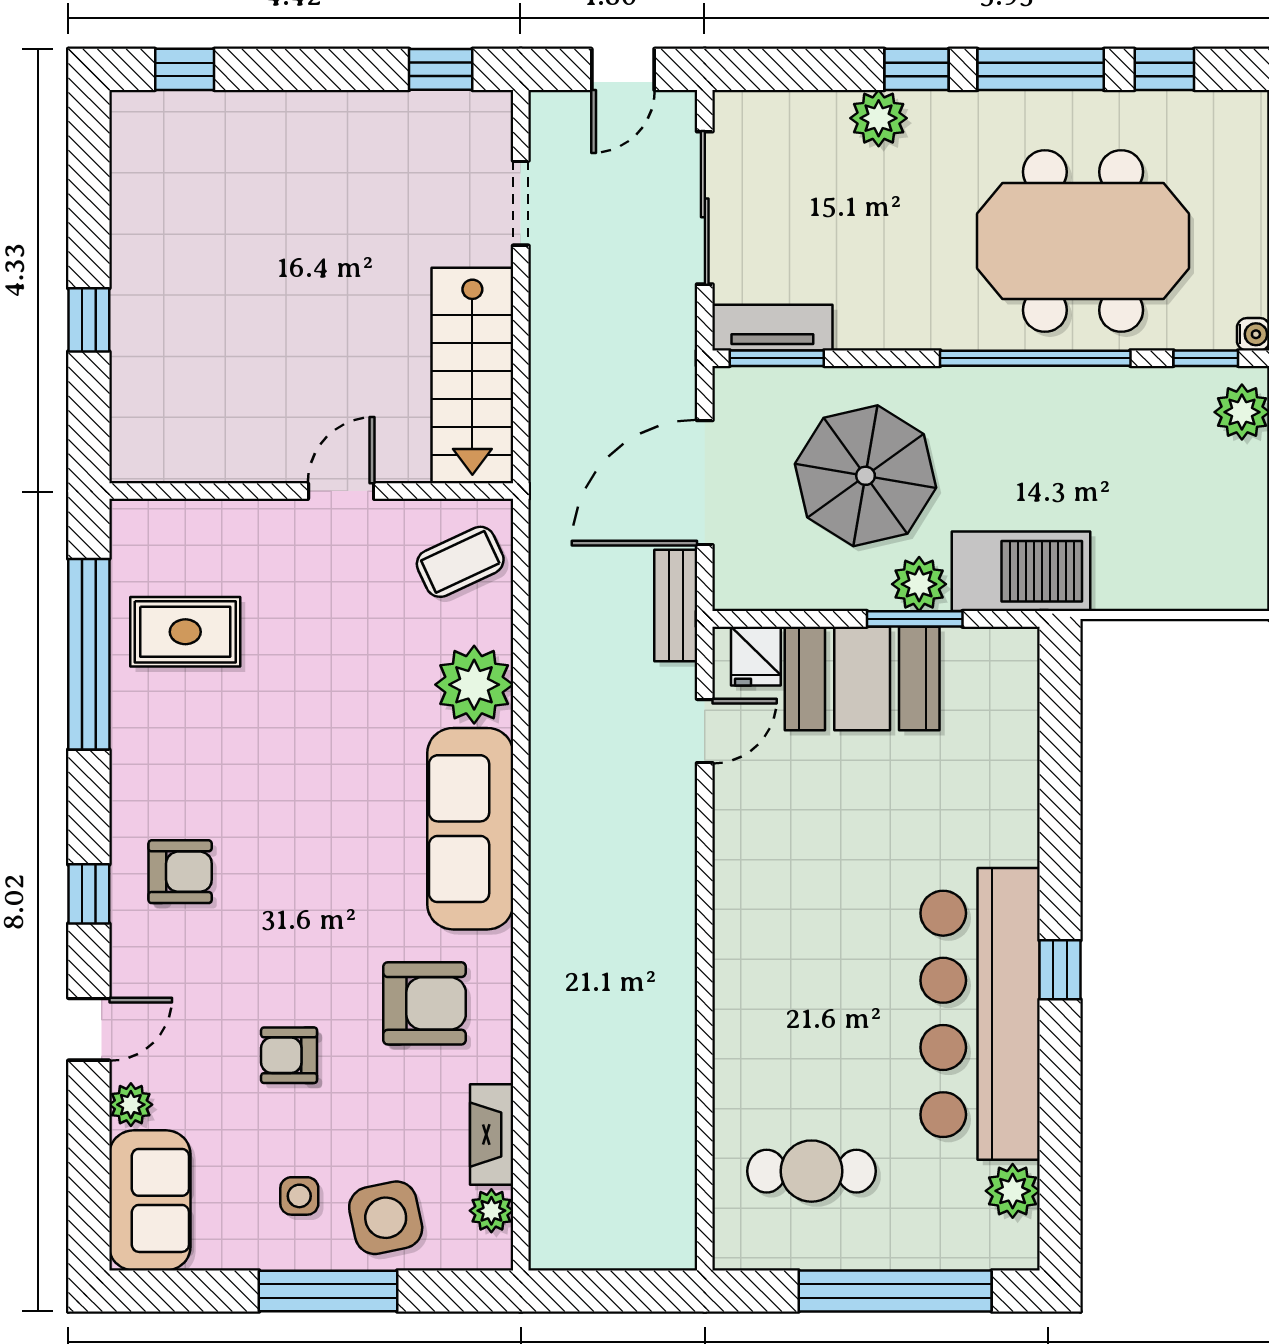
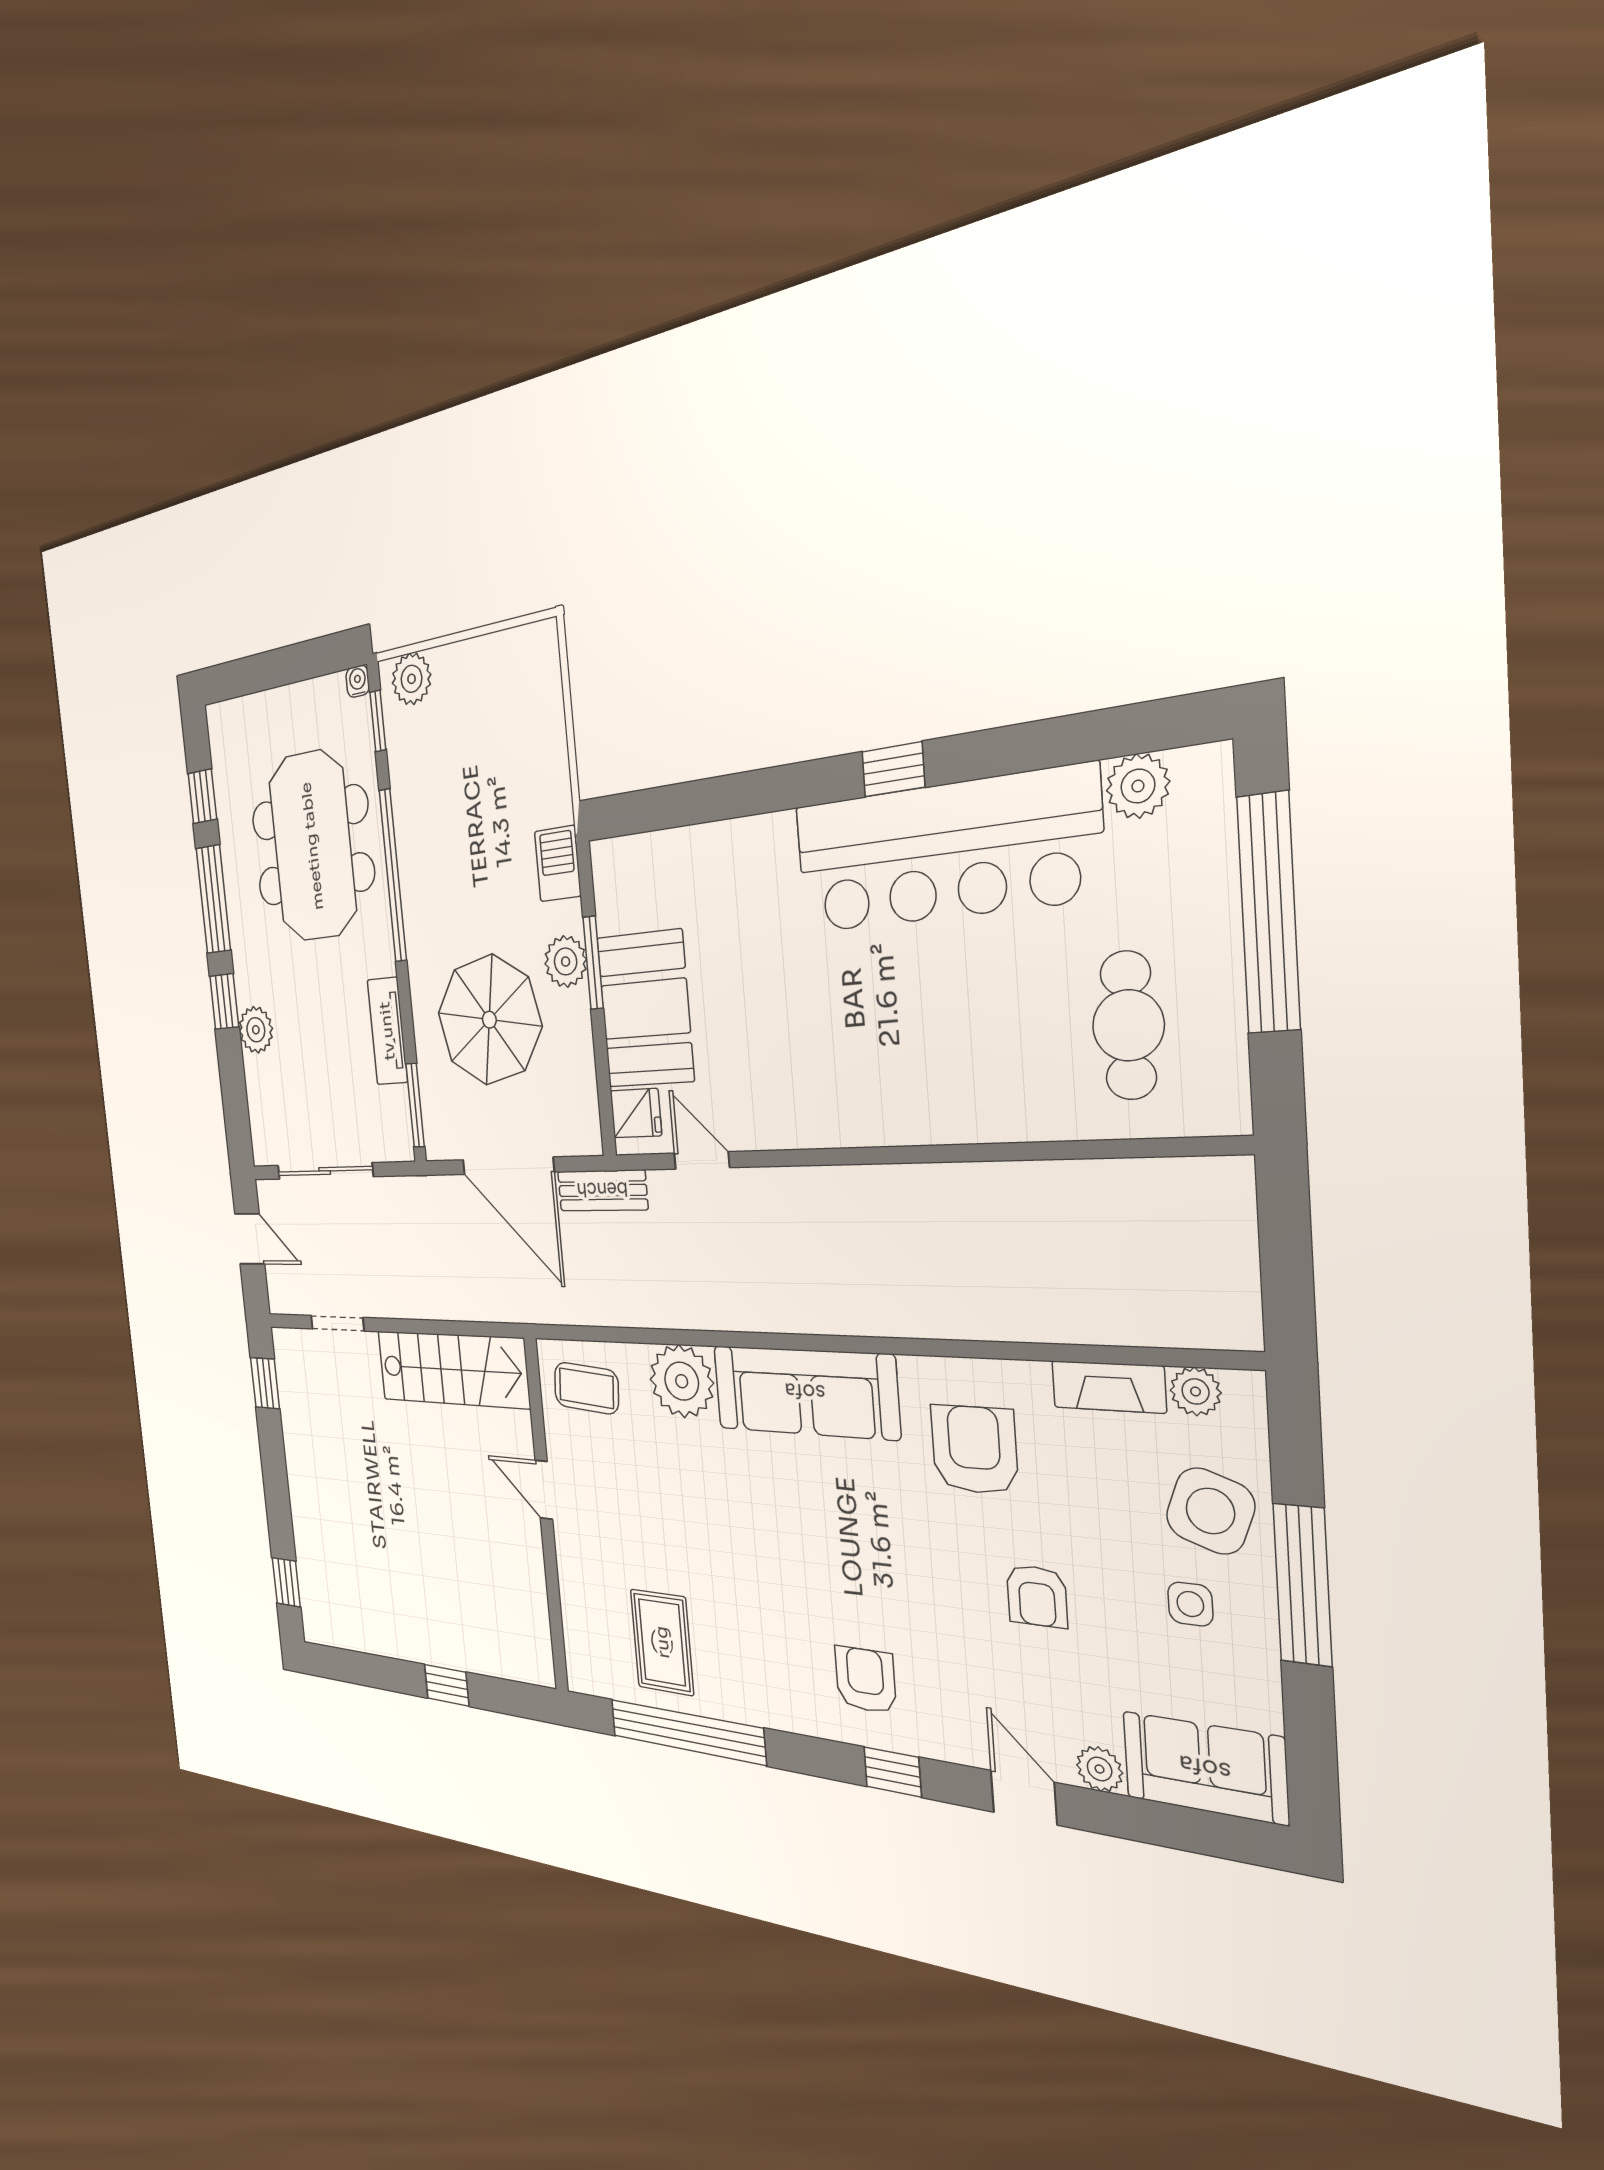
tv unit: (772, 328) -> (387, 1031), moved
coffee table: (460, 562) -> (586, 1388), turned -60
barbecue: (1021, 571) -> (558, 864), width x0.53, depth x0.65
side table: (386, 1218) -> (1210, 1511), turned 32

